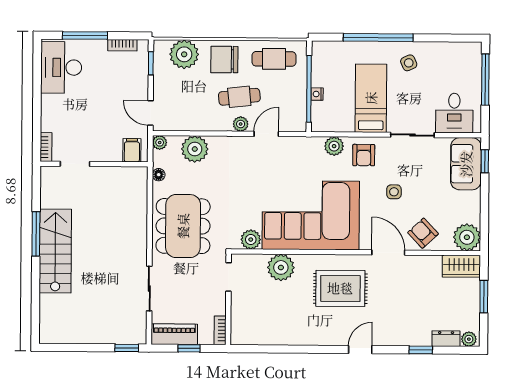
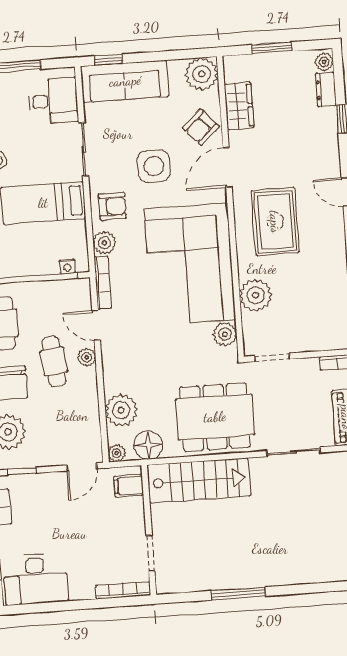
nightstand: (317, 94) -> (67, 266), moved
bookcase: (301, 142) -> (103, 283), added
bookcase: (46, 147) -> (123, 590), width x1.56
sofa: (466, 164) -> (125, 81), width x1.36
floor lamp: (159, 175) -> (148, 445), width x1.89, depth x1.89
side table: (394, 192) -> (154, 166), width x1.87, depth x1.87
stairs: (55, 251) -> (199, 480), moved, turned 180
wardrobe: (461, 266) -> (239, 106), moved

